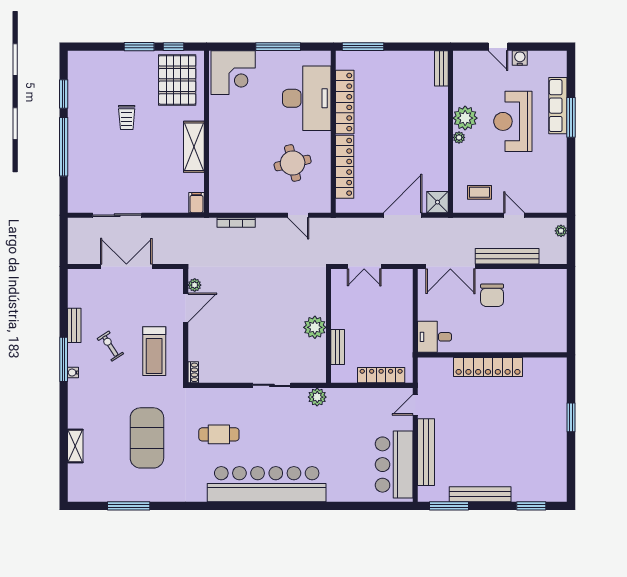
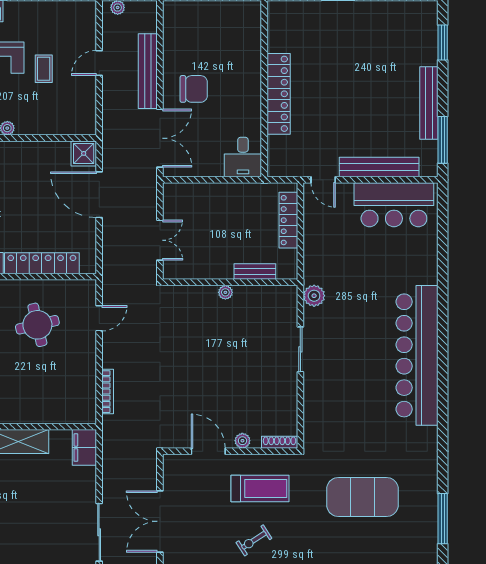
coffee table: (480, 192) -> (44, 69), moved
filing cabinet: (196, 203) -> (84, 447), width x2.00
plant: (195, 285) -> (242, 441), moved
plant: (315, 327) -> (225, 292), width x0.53, depth x0.53
shoe rack: (193, 372) -> (280, 442), width x1.43
cafe table: (219, 434) -> (358, 412), removed

